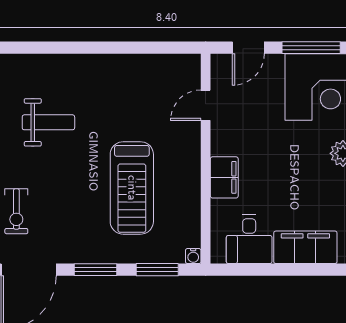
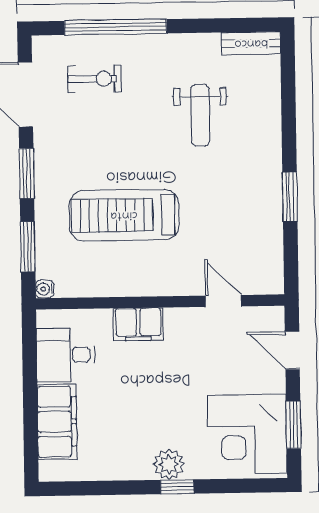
window: (119, 48) -> (290, 197), added
window: (311, 48) -> (293, 425), width x0.69
exercise bike: (16, 211) -> (94, 79), turned 180

